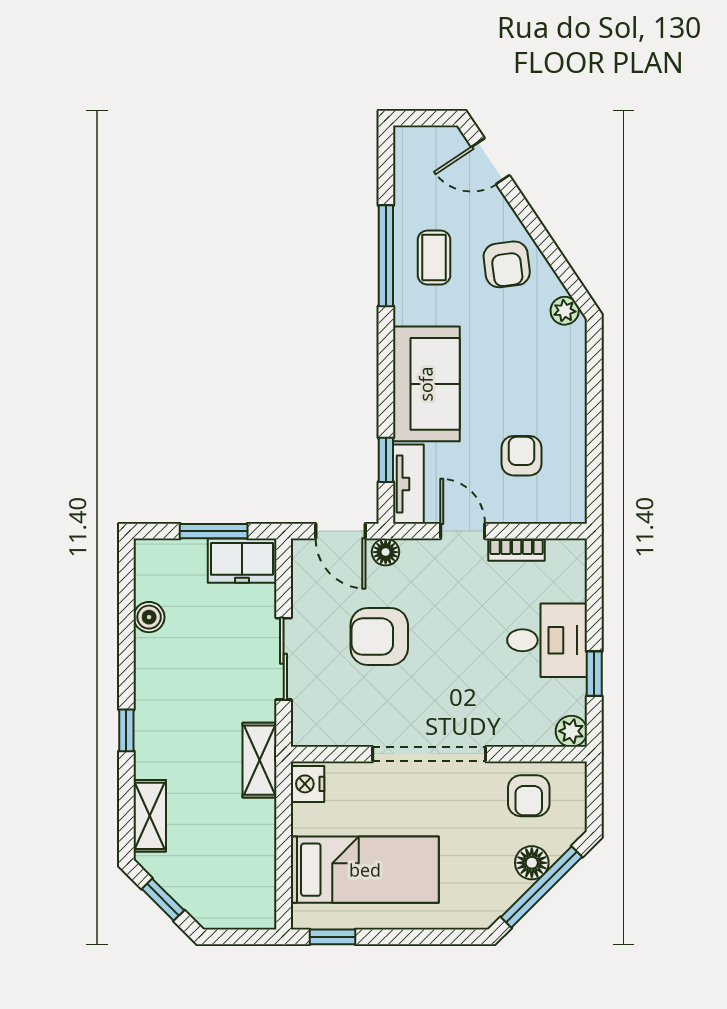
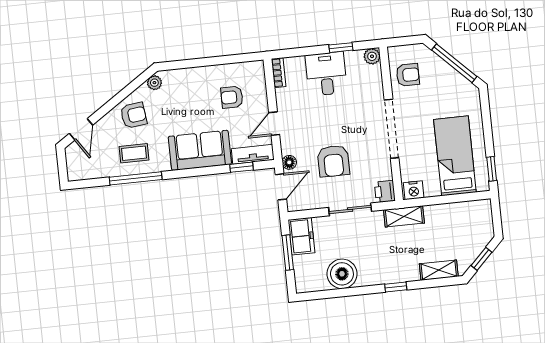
bookcase: (517, 550) -> (279, 73), moved
boiler: (149, 617) -> (342, 274), width x1.86, depth x1.86
printer: (311, 729) -> (385, 191), added
floor lamp: (532, 863) -> (442, 70), removed

